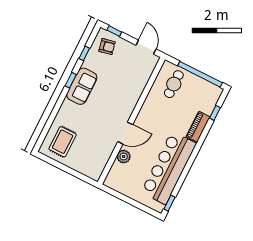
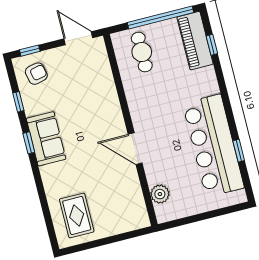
piano: (198, 127) -> (195, 41), moved, width x1.37, depth x1.33
door: (125, 133) -> (135, 149), swing flipped
plant: (124, 157) -> (160, 194), moved
window: (170, 203) -> (239, 151), moved

